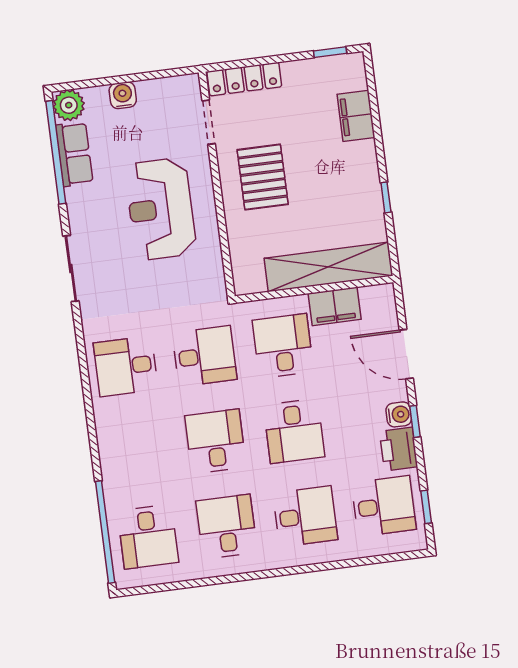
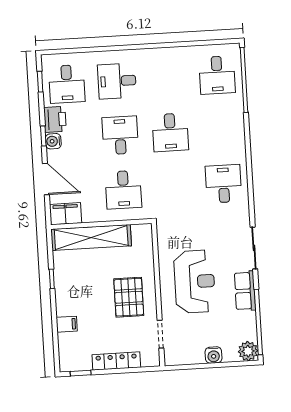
locker: (244, 79) -> (116, 361), moved
filing cabinet: (356, 116) -> (67, 324), width x0.50
row of seats: (74, 154) -> (245, 291), moved
filing cabinet: (335, 306) -> (66, 214), moved
desk: (204, 356) -> (173, 187), removed
desk: (126, 366) -> (224, 184), turned -90
desk: (384, 506) -> (67, 84), turned -90
desk: (227, 527) -> (167, 78), removed
desk: (148, 537) -> (217, 75), turned 180

